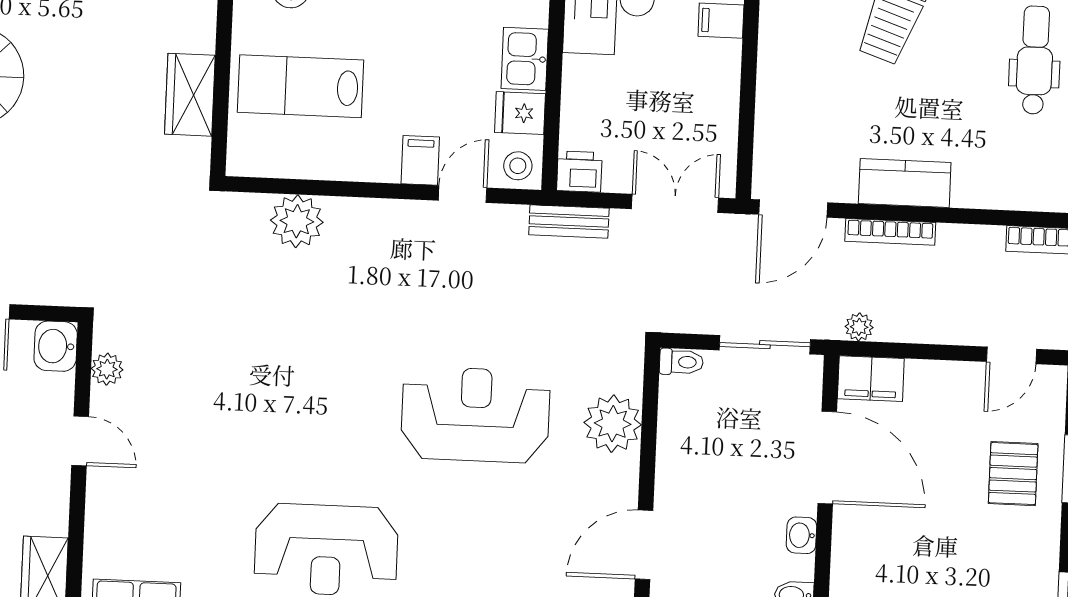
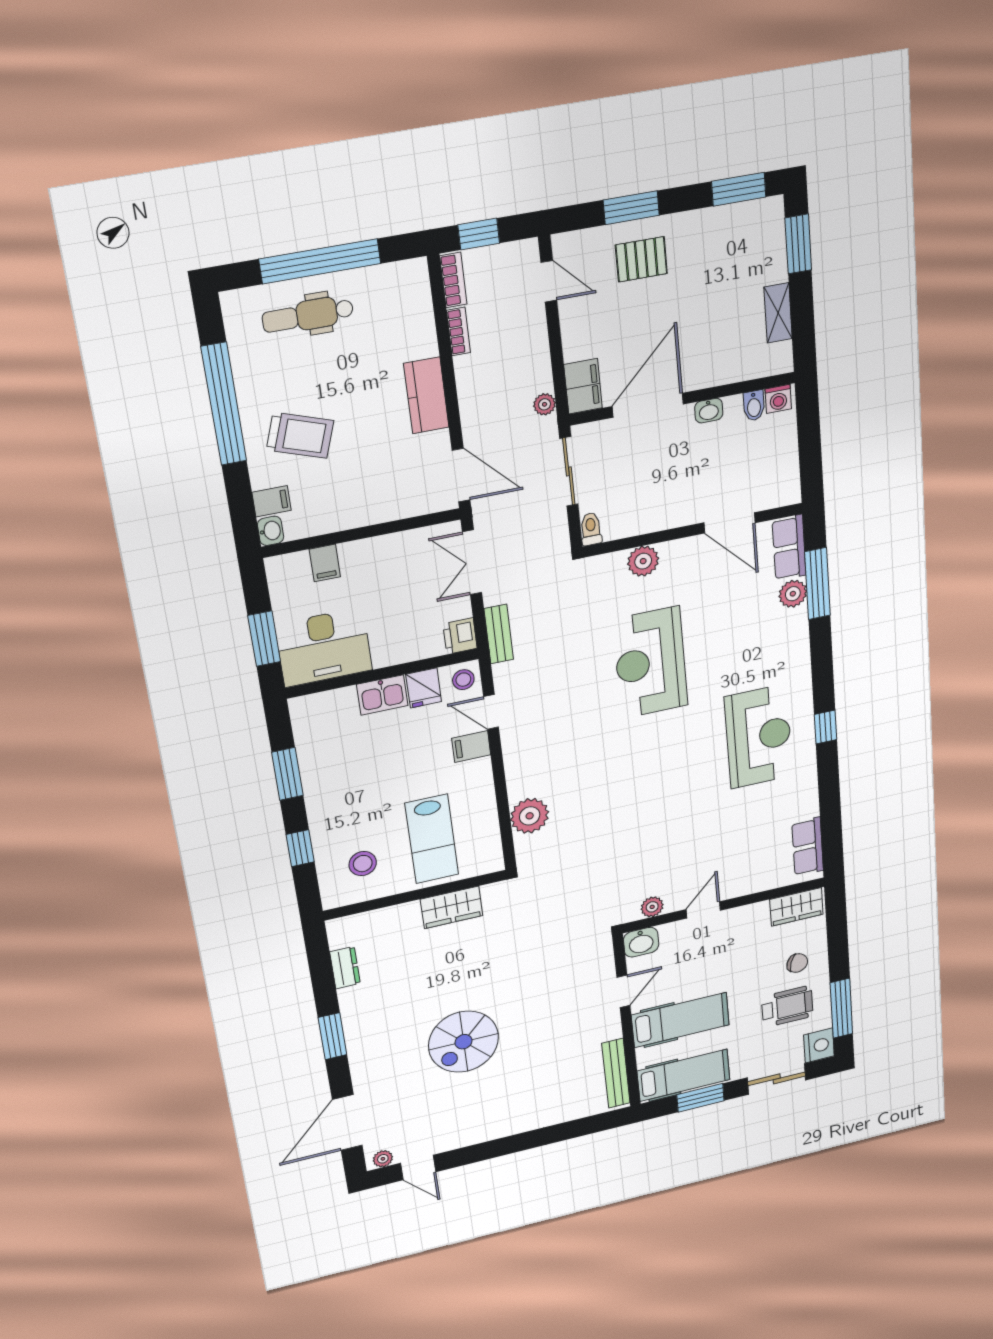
bookcase: (890, 232) -> (459, 331), moved, width x0.64
plant: (613, 424) -> (643, 561), width x0.73, depth x0.73

